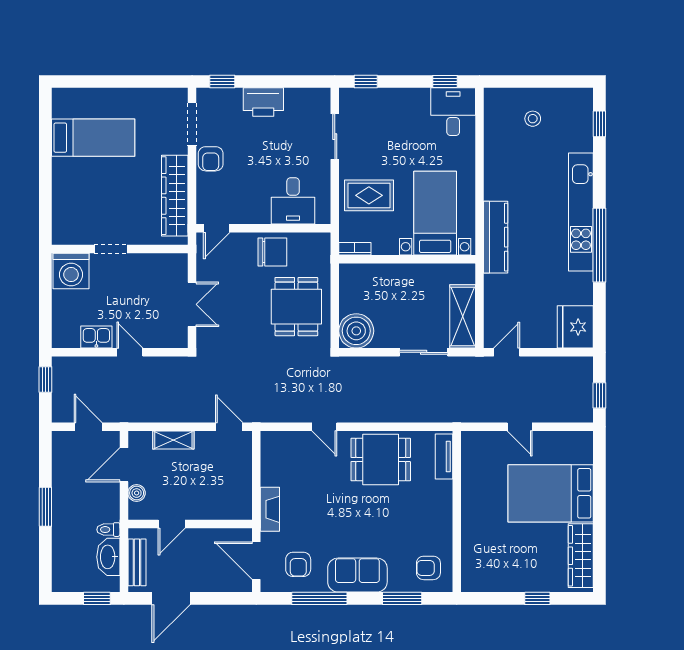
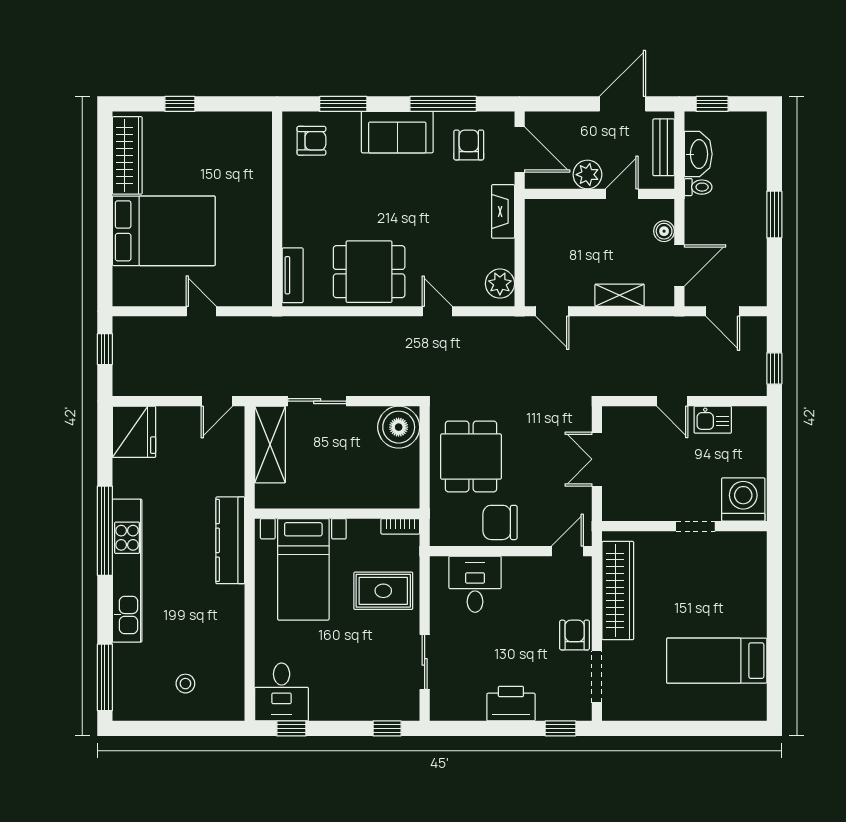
window: (599, 124) -> (105, 677), width x2.17
plant: (272, 450) -> (500, 284), added
plant: (200, 540) -> (587, 175), added

